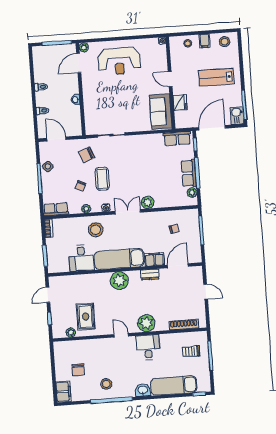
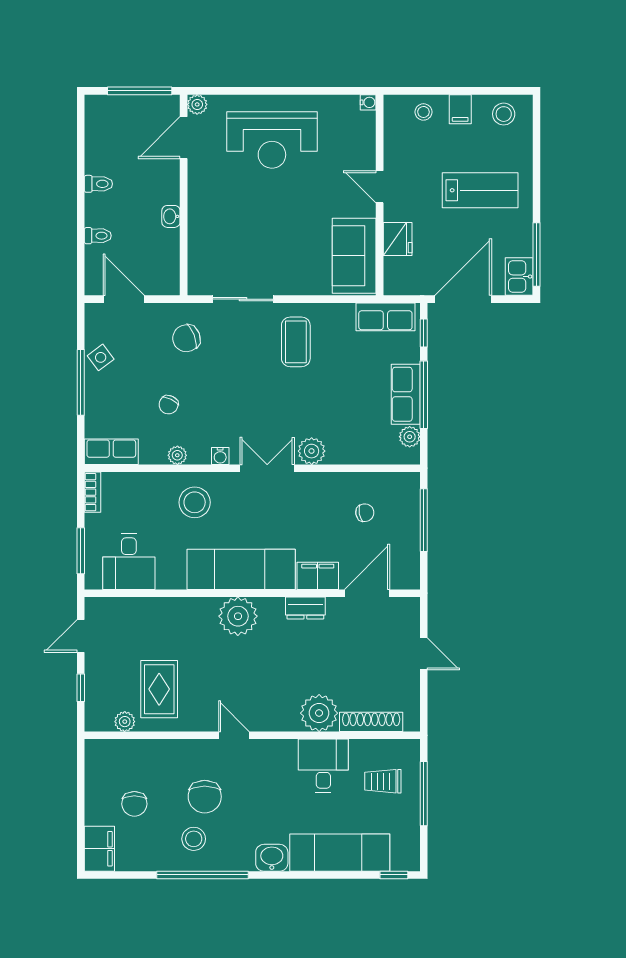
lab bench: (216, 77) -> (480, 190), turned 180
coffee table: (102, 179) -> (296, 342), moved
desk: (81, 258) -> (129, 561), moved
plant: (146, 323) -> (319, 713), moved
desk: (148, 347) -> (323, 766), moved
chair: (110, 364) -> (205, 797), added

